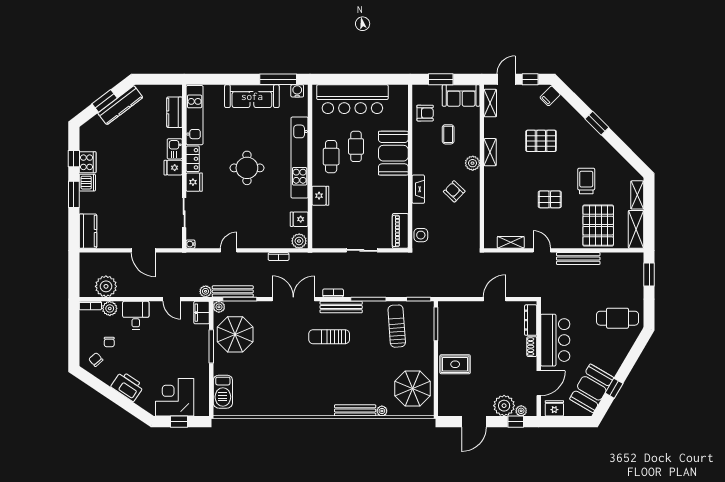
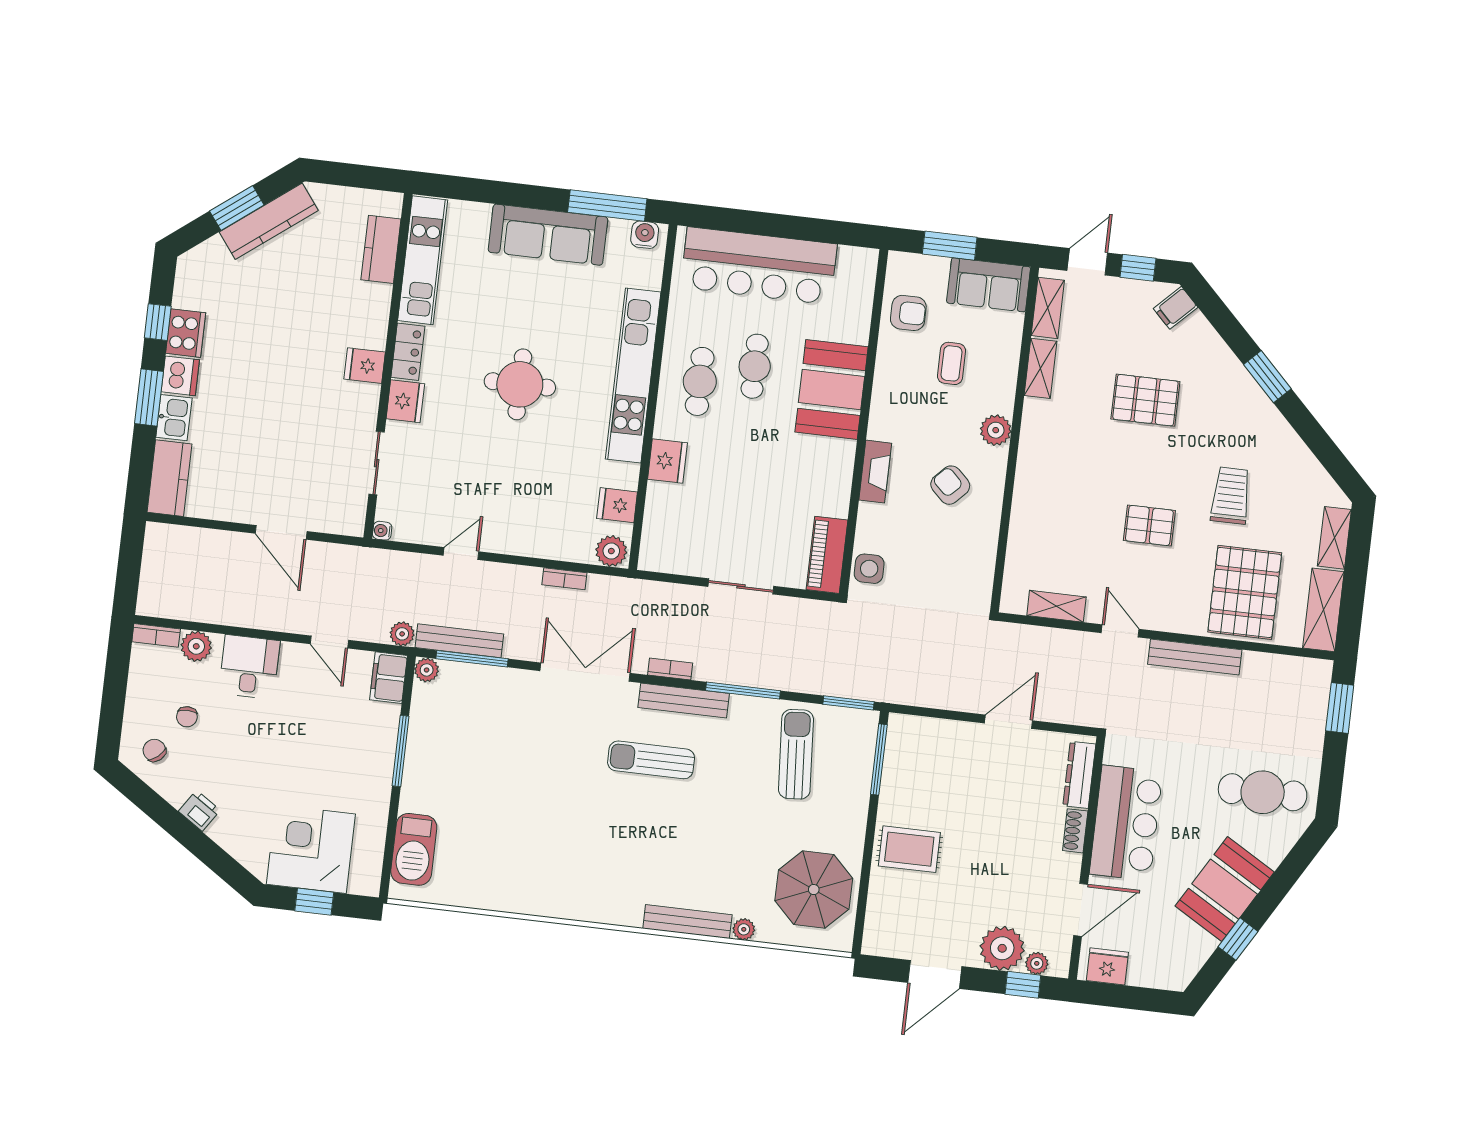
kitchen sink: (175, 149) -> (174, 418), moved, turned 180
shelving: (490, 152) -> (1040, 368), moved
plant: (106, 286) -> (194, 599), removed
parasol: (235, 334) -> (454, 732), removed
printer: (127, 386) -> (199, 811), width x0.53, depth x0.68
booth: (592, 388) -> (1225, 889), moved

